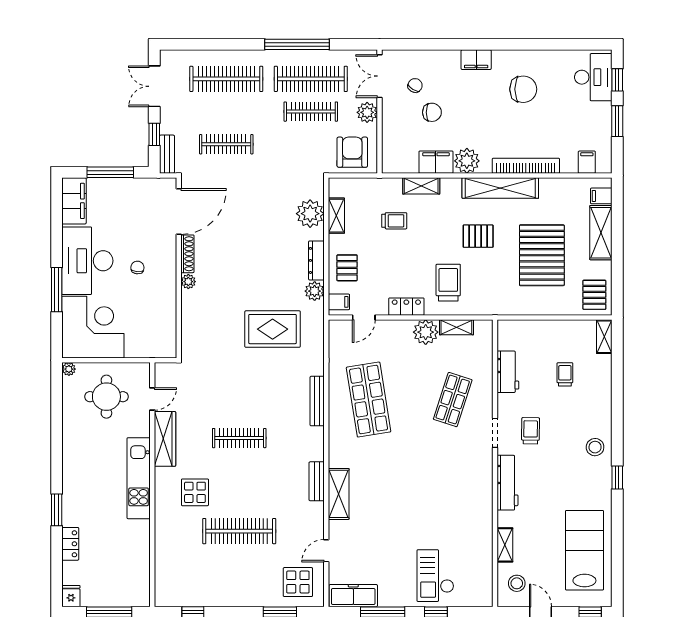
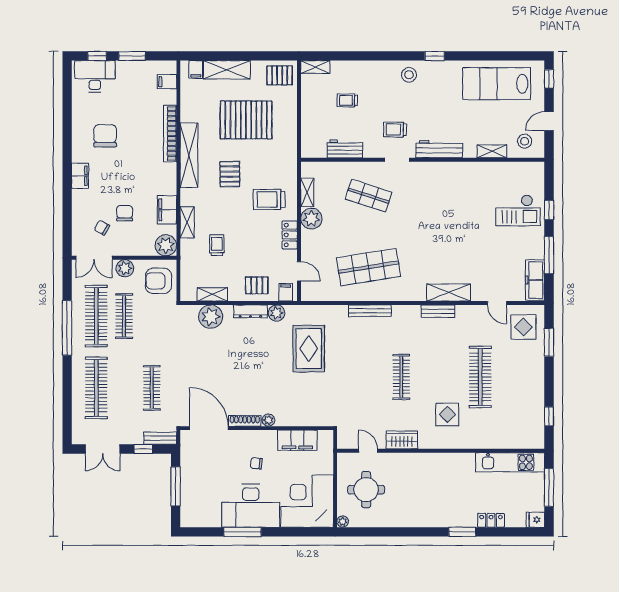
plant: (467, 161) -> (166, 245), moved
filing cabinet: (74, 201) -> (297, 440), moved, turned 180
window: (57, 290) -> (243, 532), moved
wardrobe: (165, 439) -> (402, 440), width x0.67
kitchen unit: (139, 478) -> (510, 462), moved

